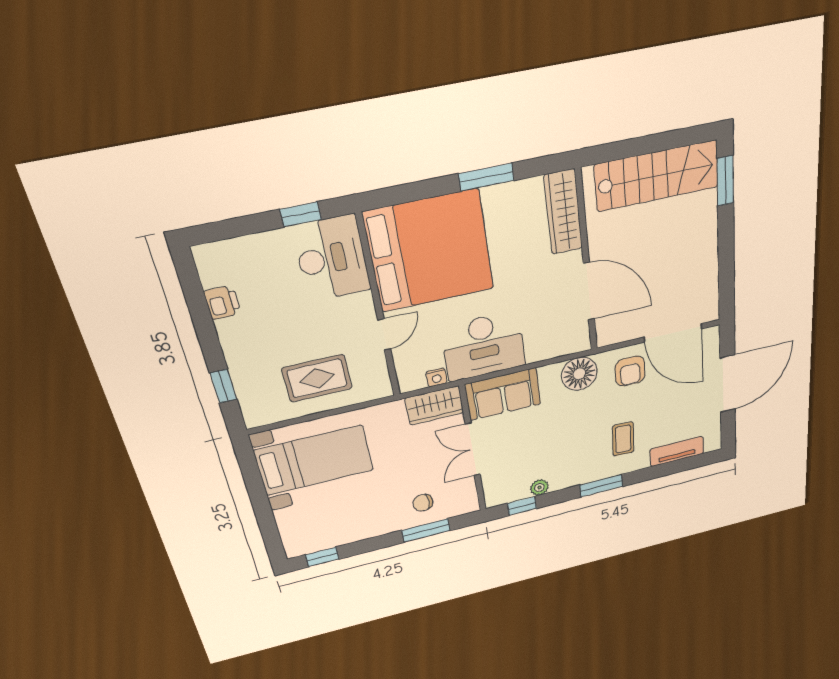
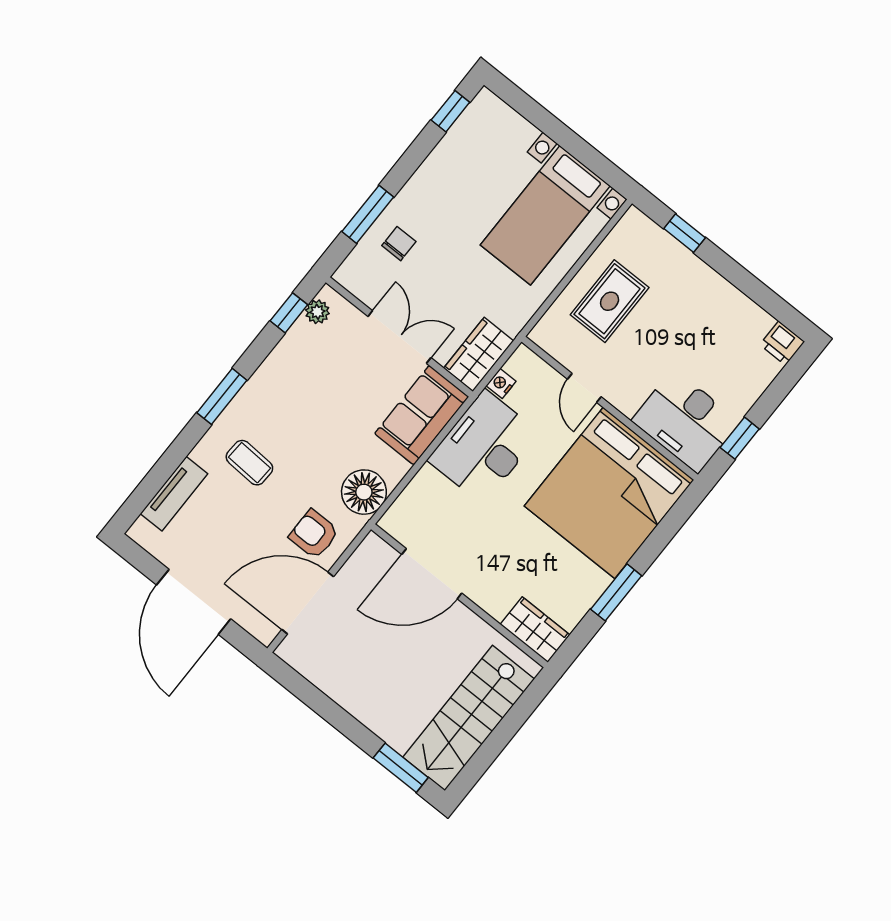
wardrobe: (563, 212) -> (535, 630), width x0.67
printer: (222, 302) -> (782, 343), moved
plant: (539, 487) -> (317, 312), moved

